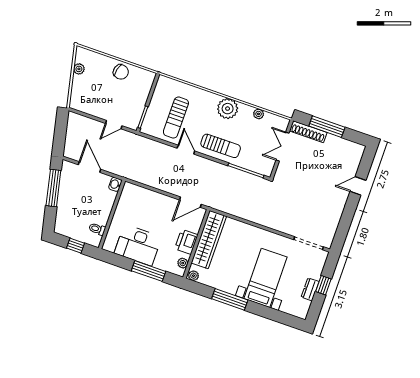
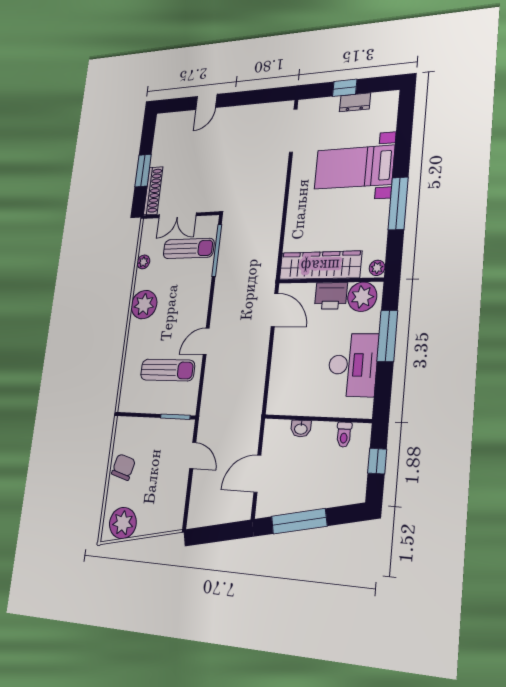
plant: (79, 69) -> (123, 523), width x1.88, depth x1.88
window: (327, 127) -> (143, 171), width x0.69
sun lounger: (221, 146) -> (189, 248), moved, turned 90
washbasin: (115, 184) -> (301, 429), moved
door: (358, 186) -> (206, 102), hinge flipped
plant: (183, 263) -> (362, 297), width x1.88, depth x1.88

